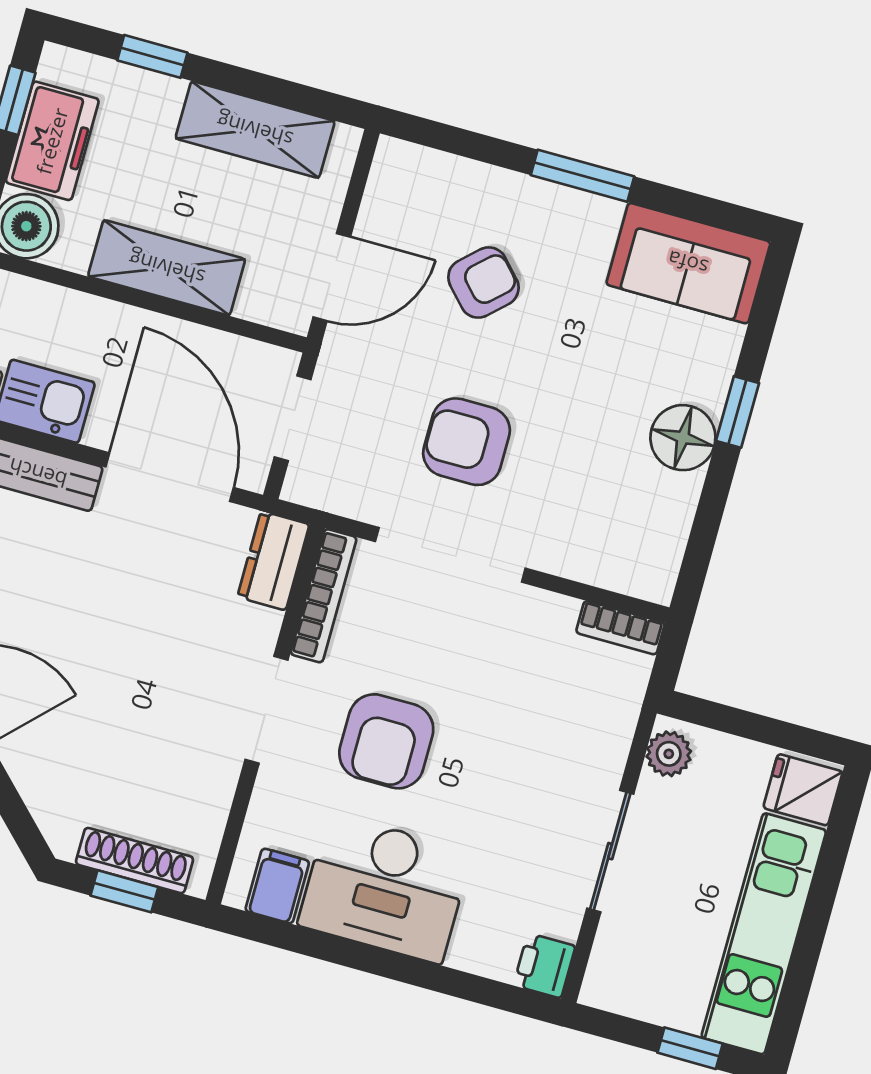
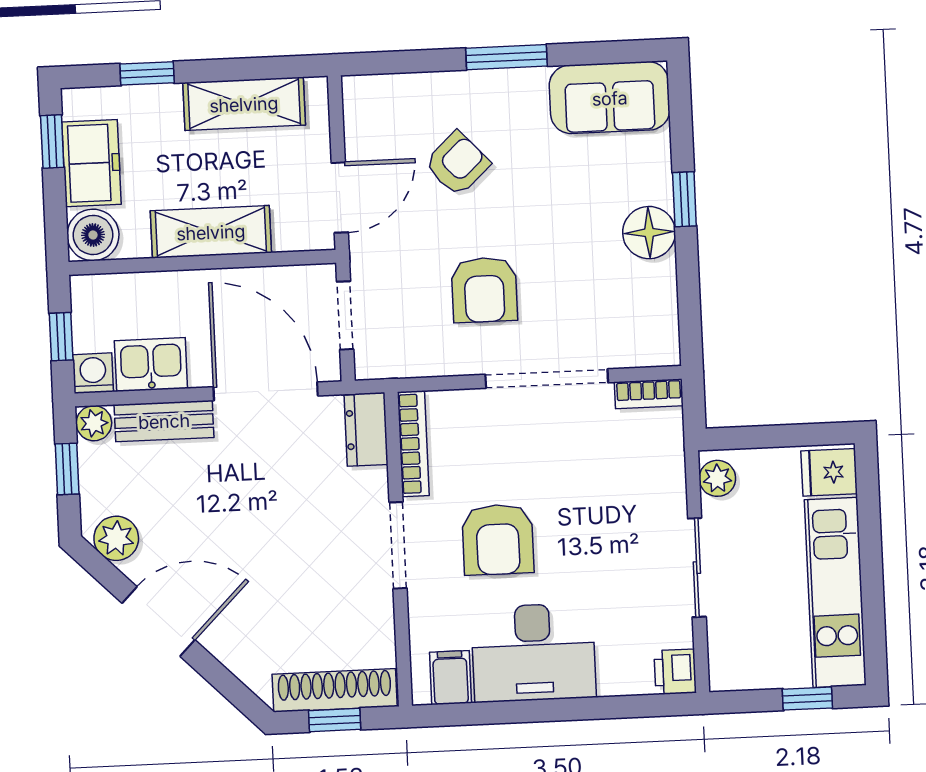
armchair: (467, 442) -> (484, 290), turned -90
doorway: (450, 555) -> (547, 379), moved
shoe rack: (135, 861) -> (335, 690), width x1.36, depth x1.24

